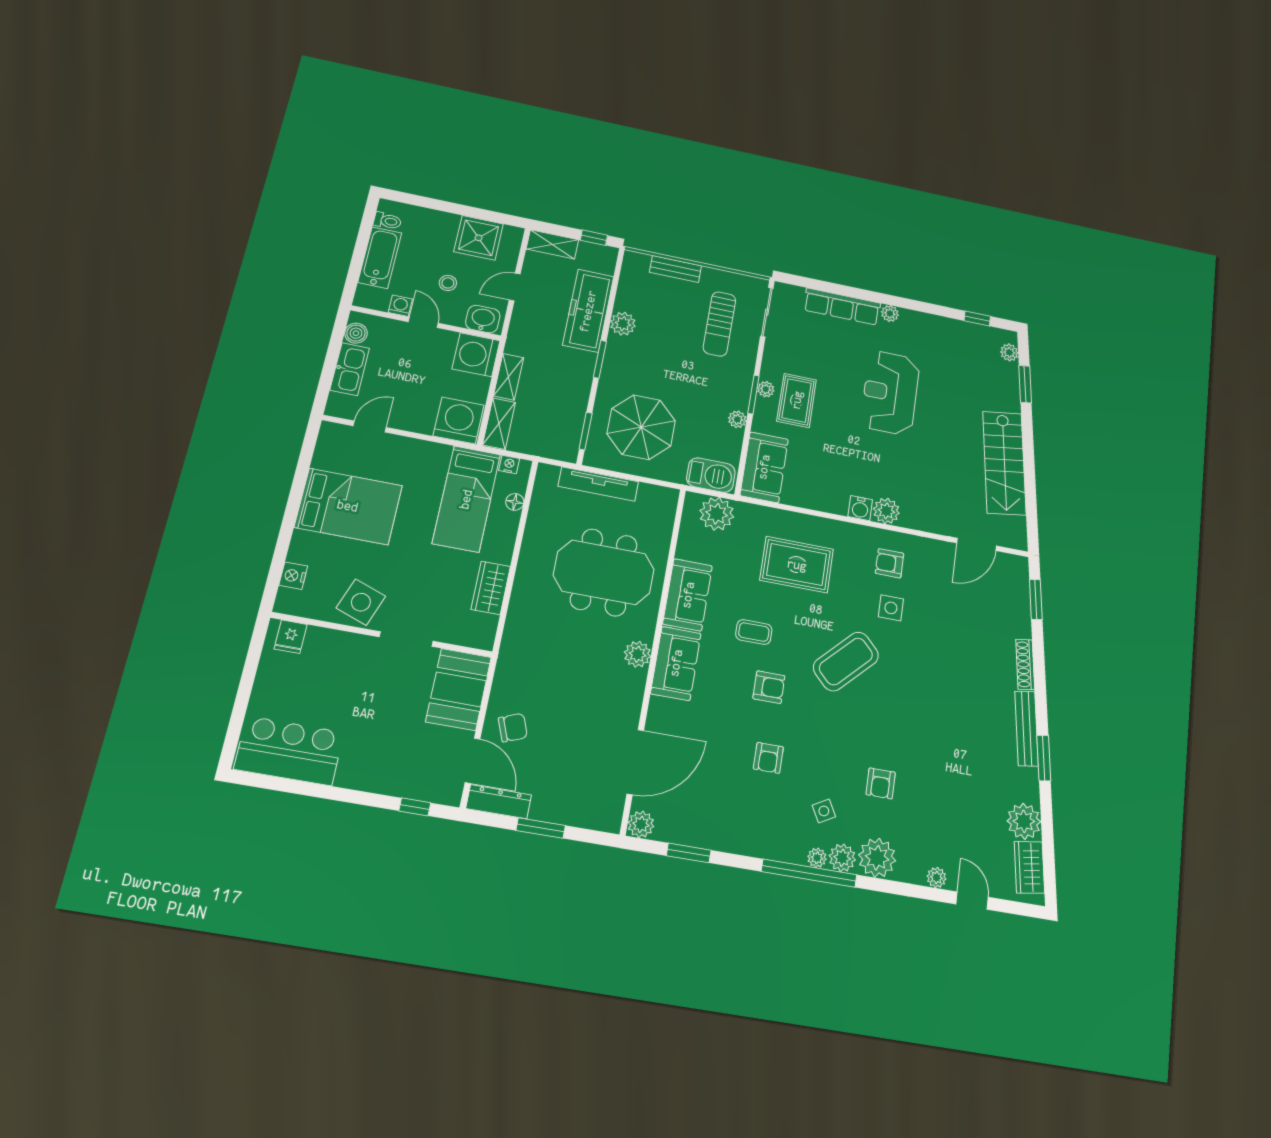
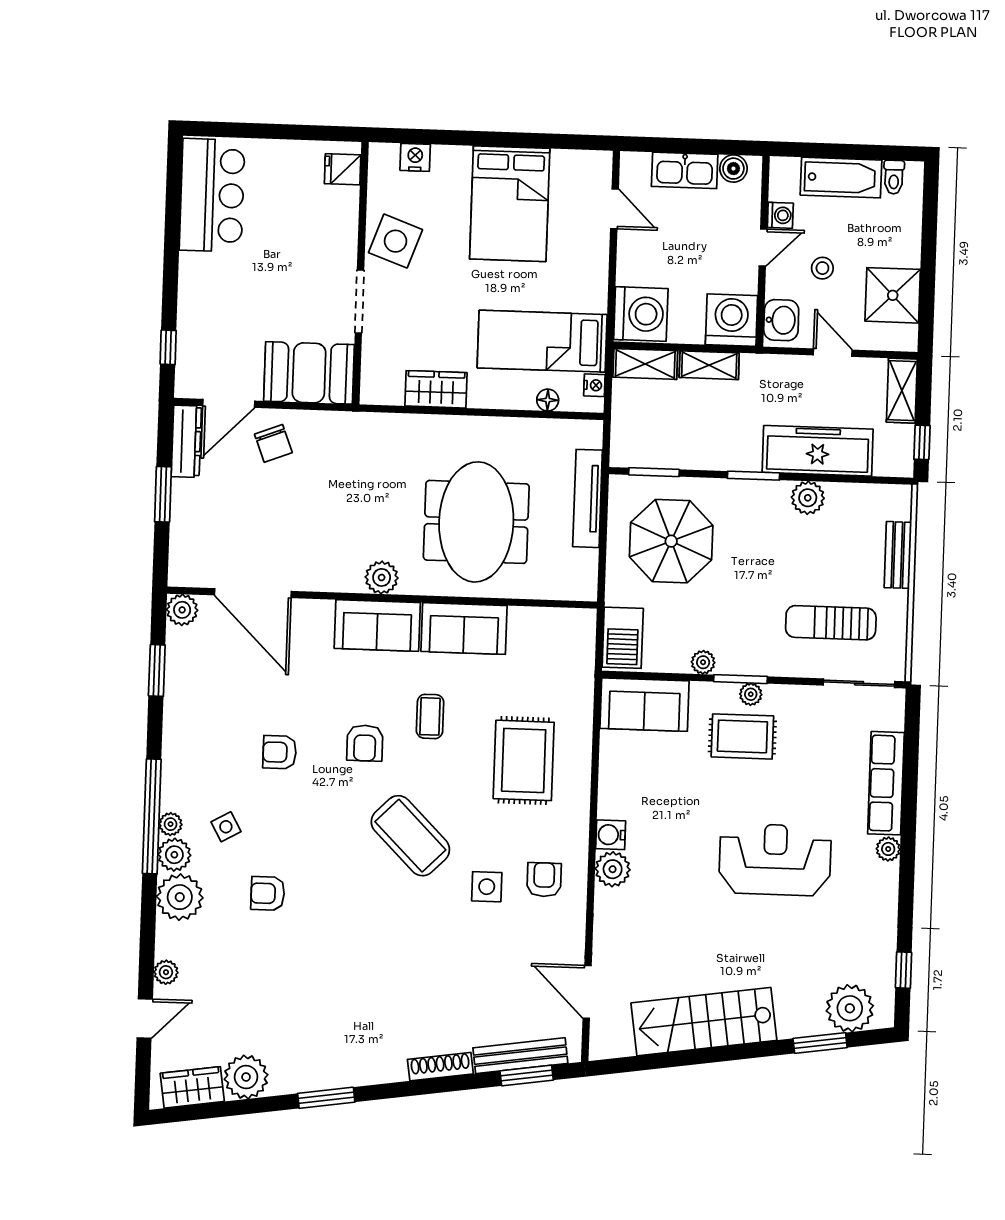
plant: (1009, 352) -> (850, 1008), width x1.88, depth x1.88
plant: (717, 514) -> (573, 651), removed
bench: (1027, 728) -> (520, 1056), moved

